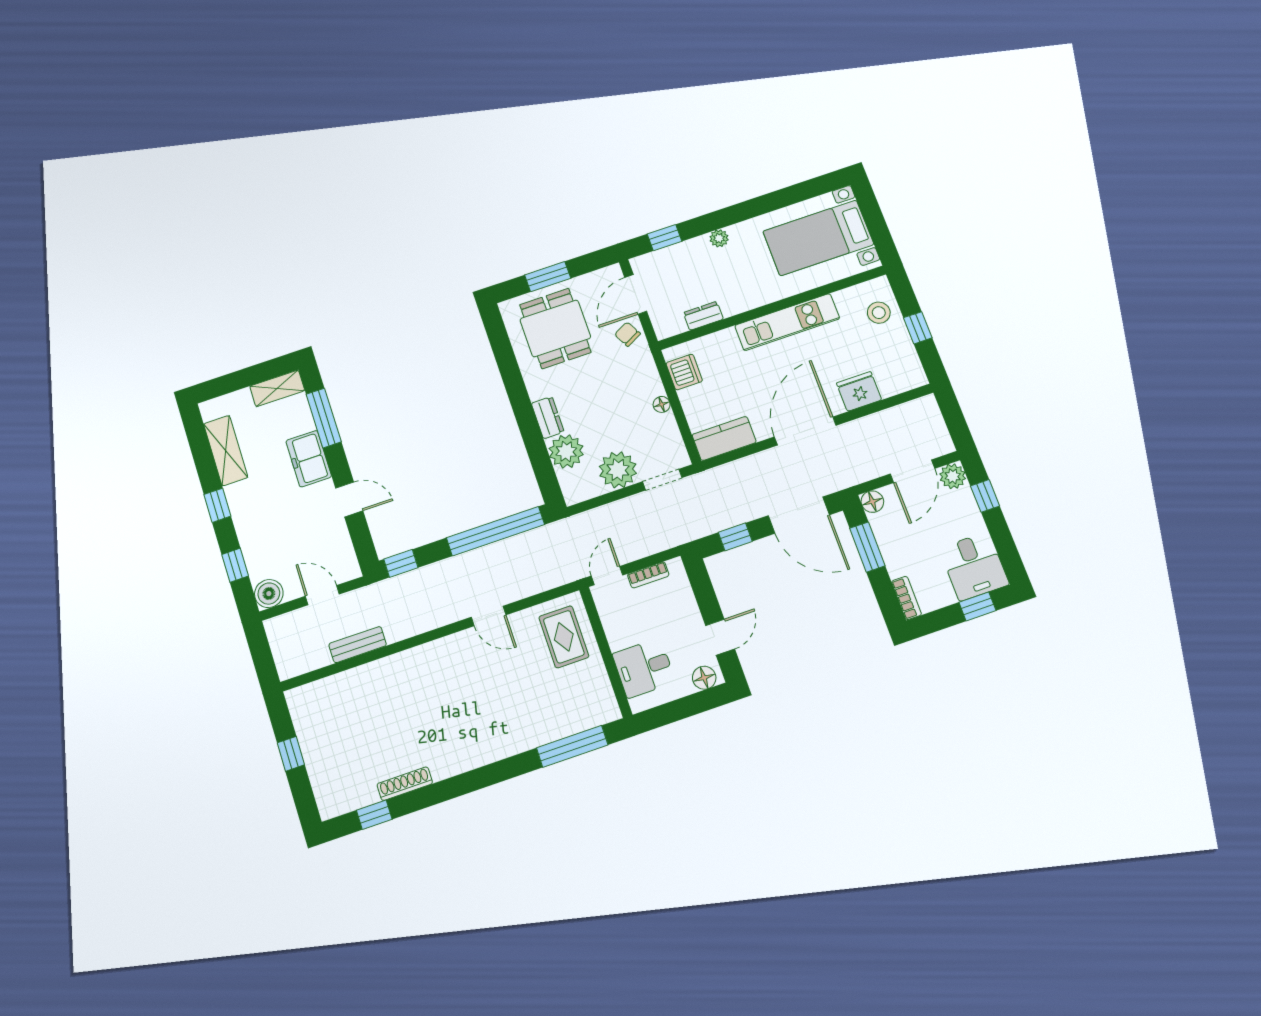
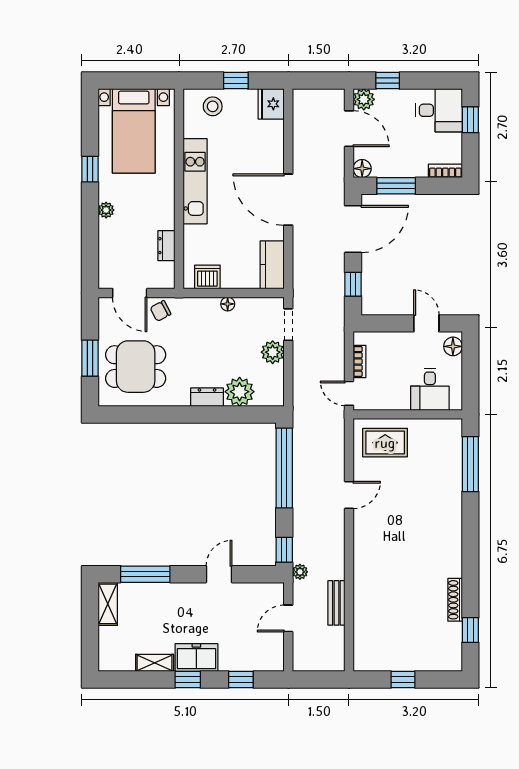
window: (664, 238) -> (90, 169), moved
fridge: (859, 391) -> (271, 104), moved
shelving: (226, 451) -> (155, 663), width x0.67, depth x0.75
freezer: (309, 459) -> (196, 658), moved, turned 180
plant: (618, 470) -> (273, 352), width x0.73, depth x0.73
plant: (381, 590) -> (300, 572), added
boiler: (269, 594) -> (273, 660), removed

